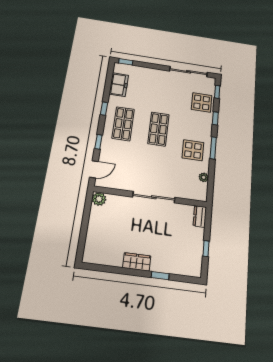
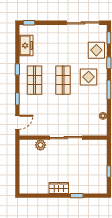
display table: (193, 150) -> (89, 77), moved
plant: (99, 199) -> (40, 145), moved
dresser: (200, 216) -> (102, 148), removed

